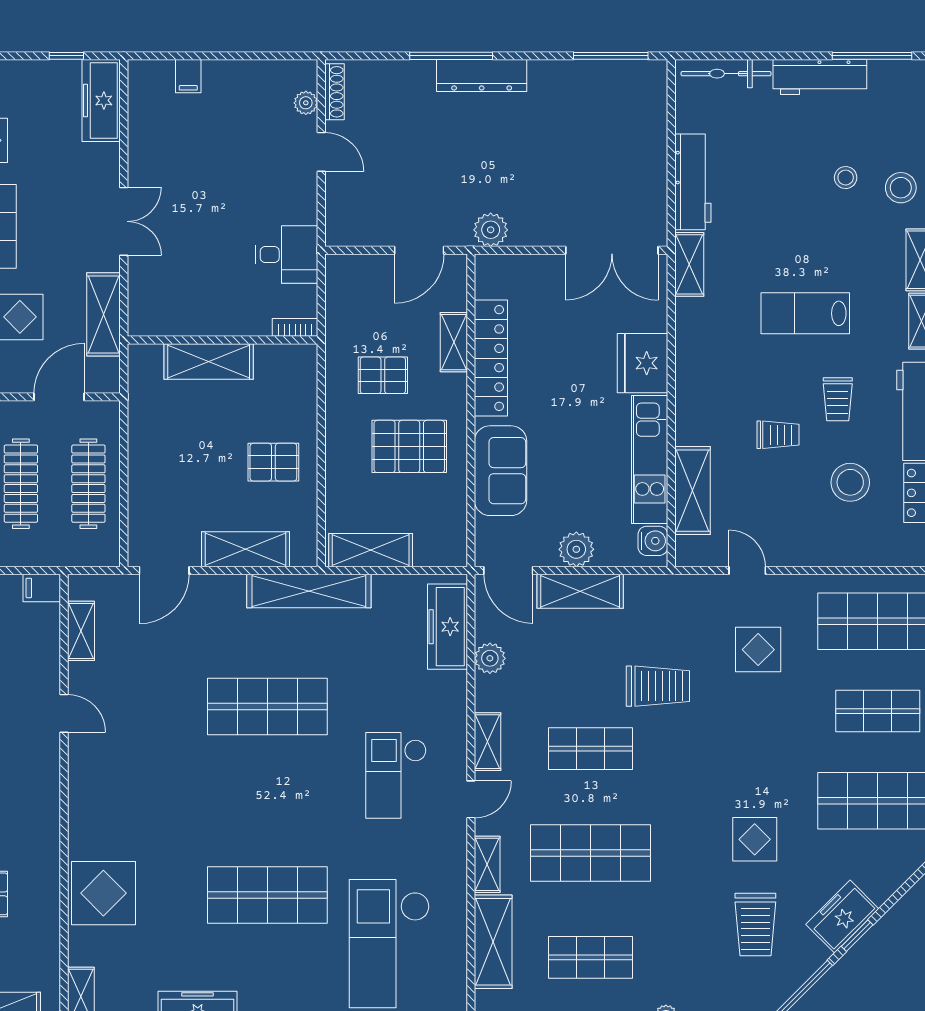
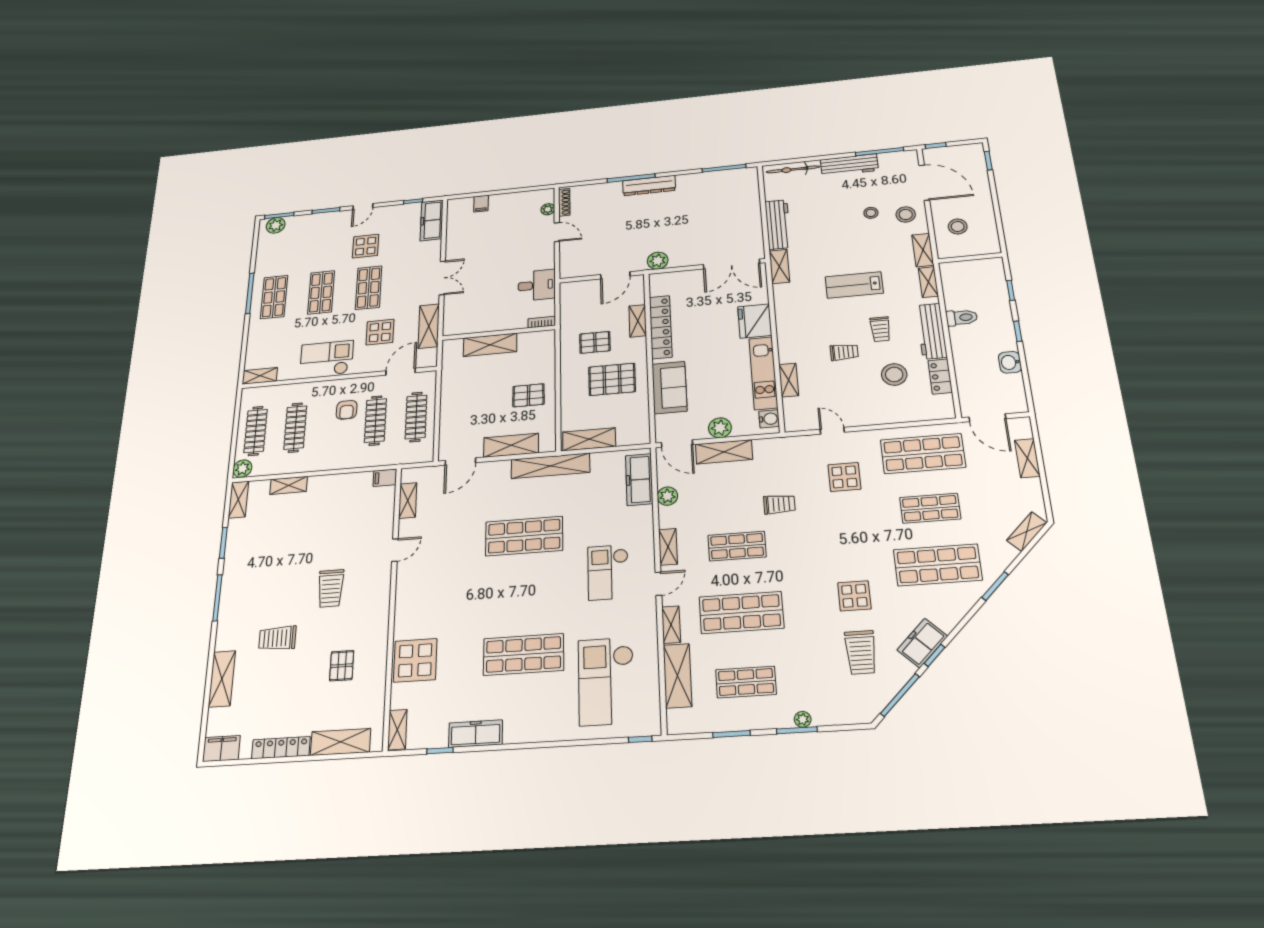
shelving: (693, 491) -> (789, 380), width x0.67, depth x0.75
trolley: (658, 686) -> (779, 504), width x0.73, depth x0.72
door: (64, 713) -> (395, 550), hinge flipped

